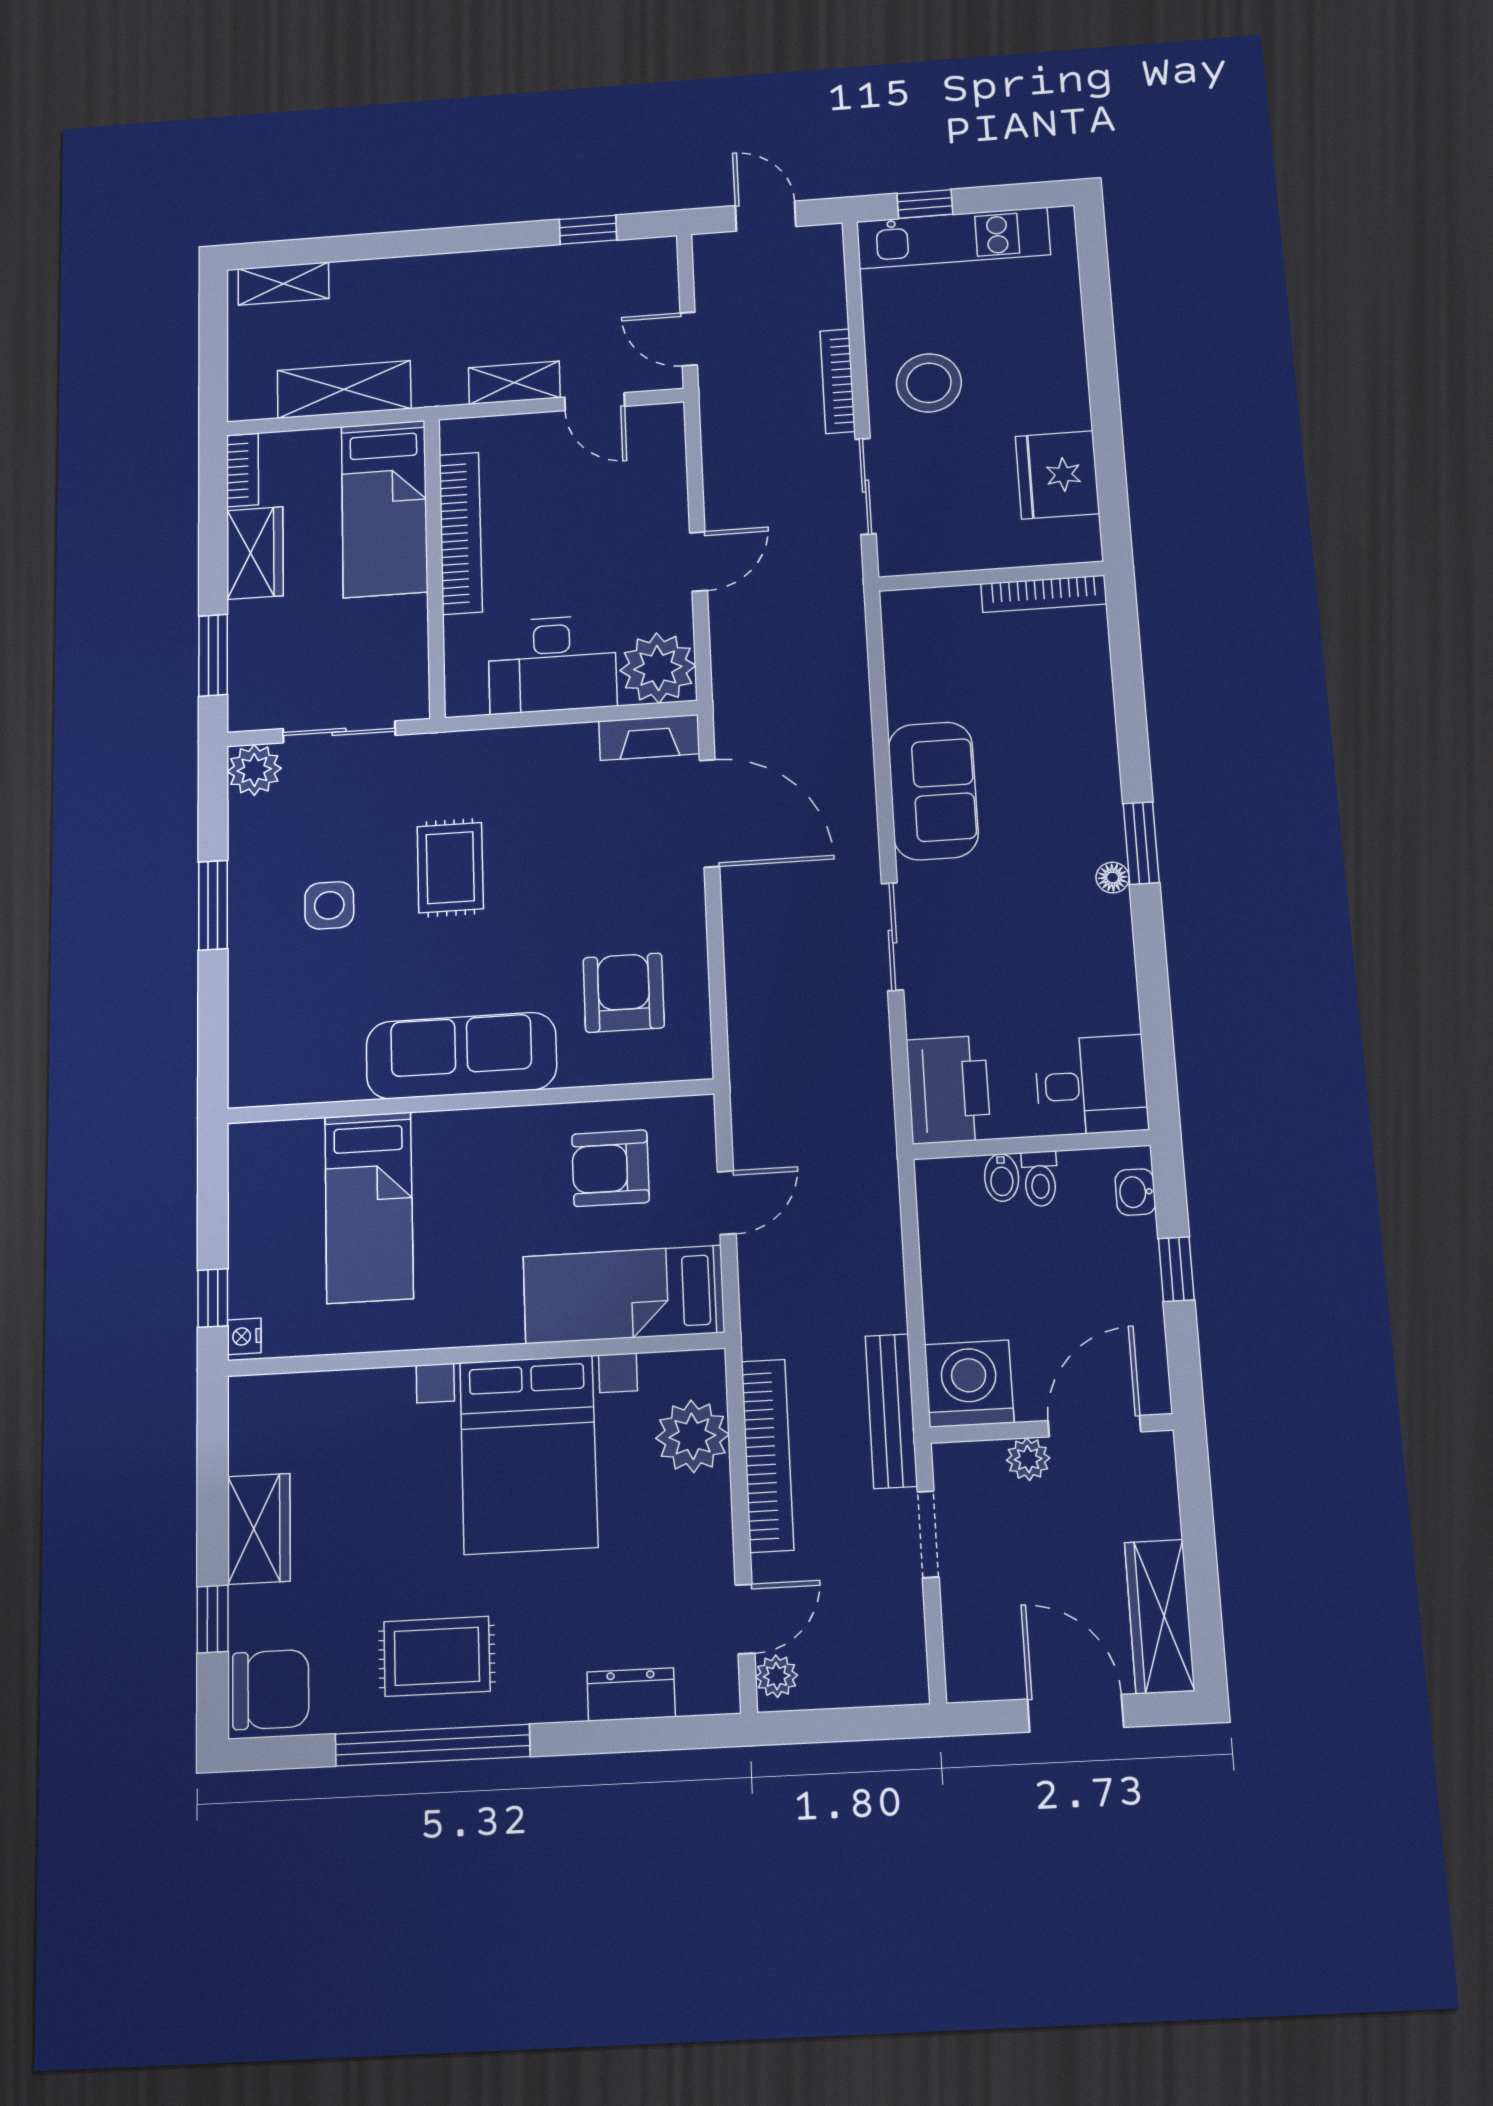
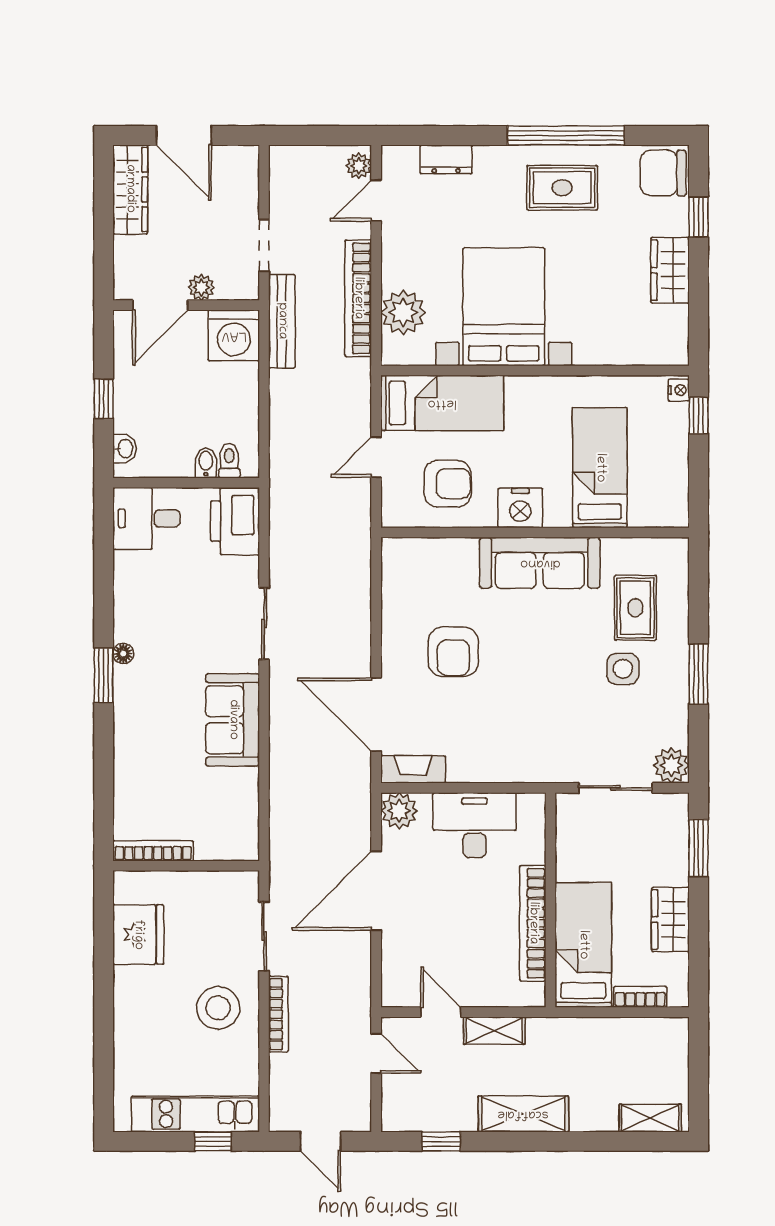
shelving: (344, 389) -> (523, 1114), moved
bookcase: (243, 470) -> (640, 997), moved, turned 90
door: (698, 561) -> (376, 891), width x1.88
plant: (658, 668) -> (399, 811), width x0.73, depth x0.73
rug: (450, 868) -> (635, 608), moved
armchair: (624, 993) -> (453, 652), moved
nightstand: (494, 1138) -> (520, 508), added
toilet: (1040, 1179) -> (229, 461), moved

